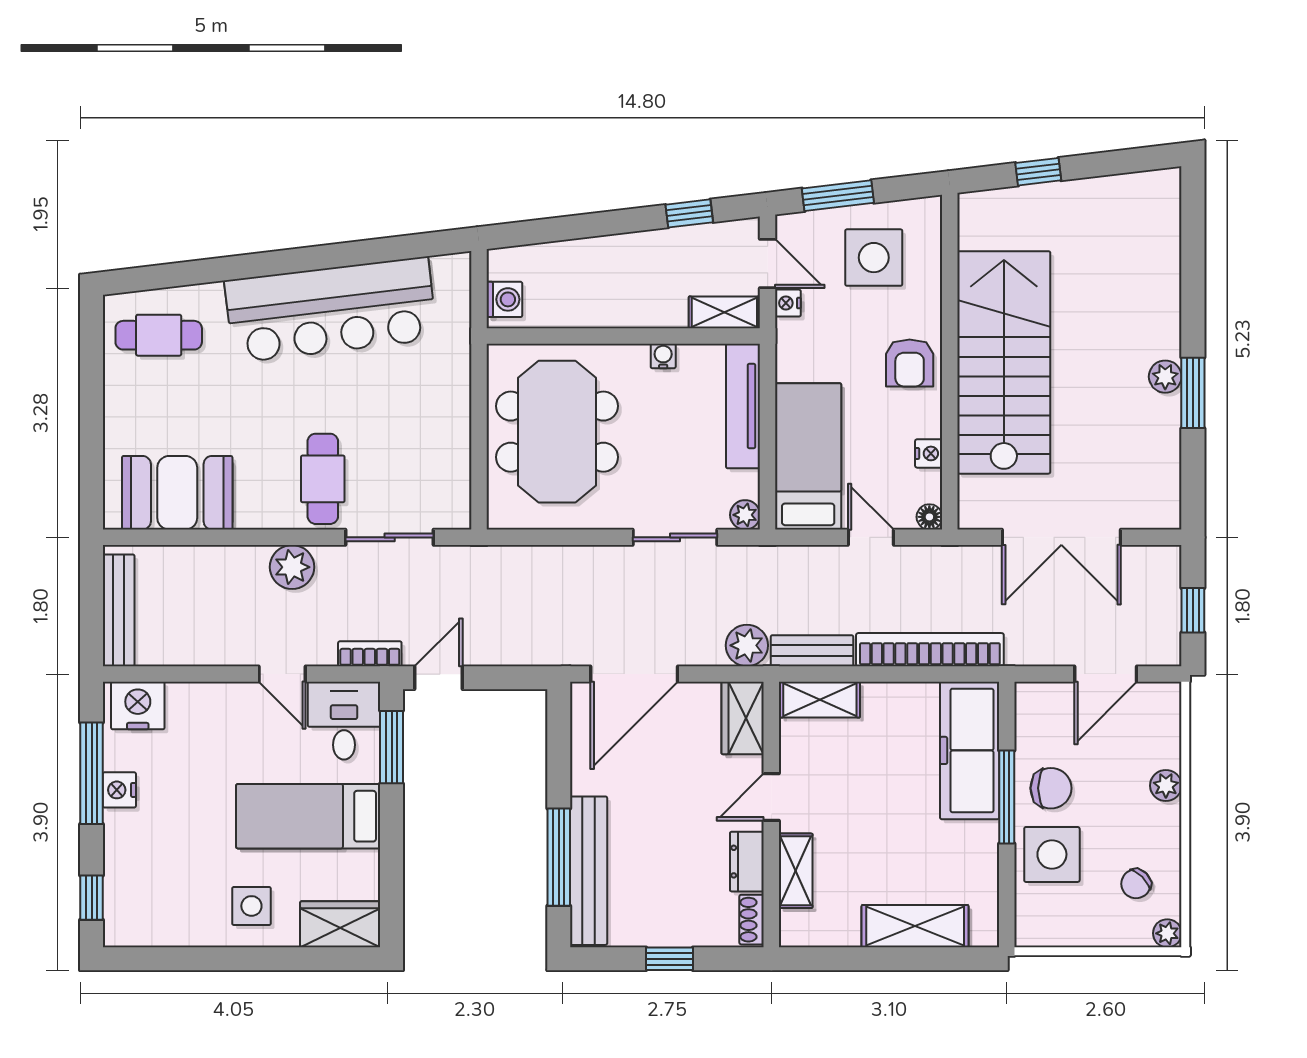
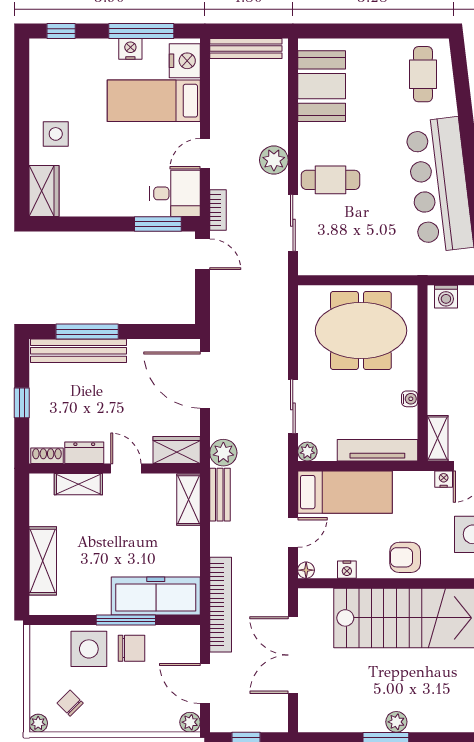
bookcase: (930, 650) -> (221, 605), moved
plant: (1166, 786) -> (190, 722), moved
chair: (1051, 788) -> (131, 648), turned -90
bed: (308, 816) -> (154, 101), moved, turned -90

